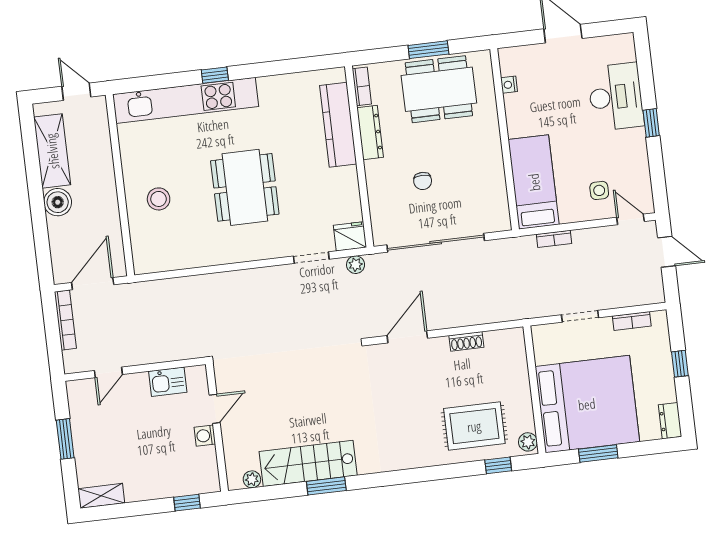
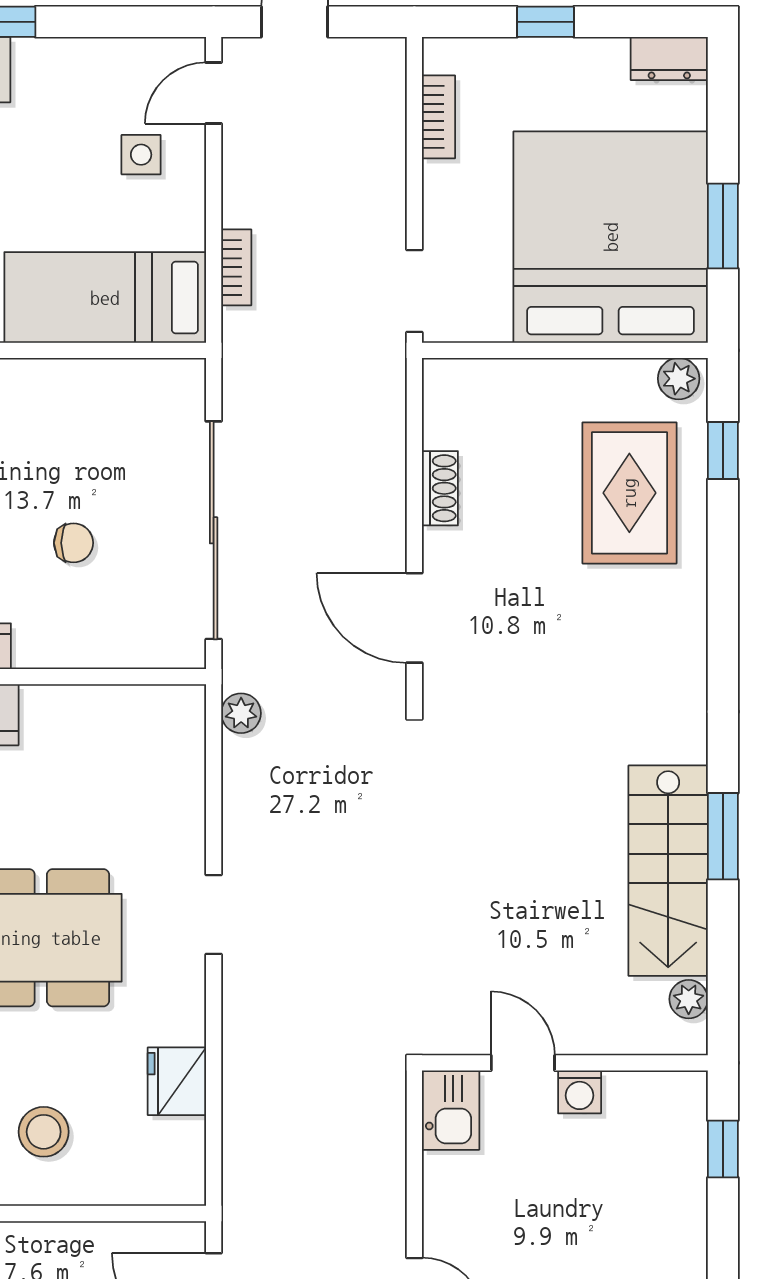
fridge: (350, 236) -> (177, 1081), moved
doorway: (311, 258) -> (214, 914), moved
doorway: (580, 316) -> (414, 291), moved
kitchen sink: (168, 382) -> (451, 1110), moved

